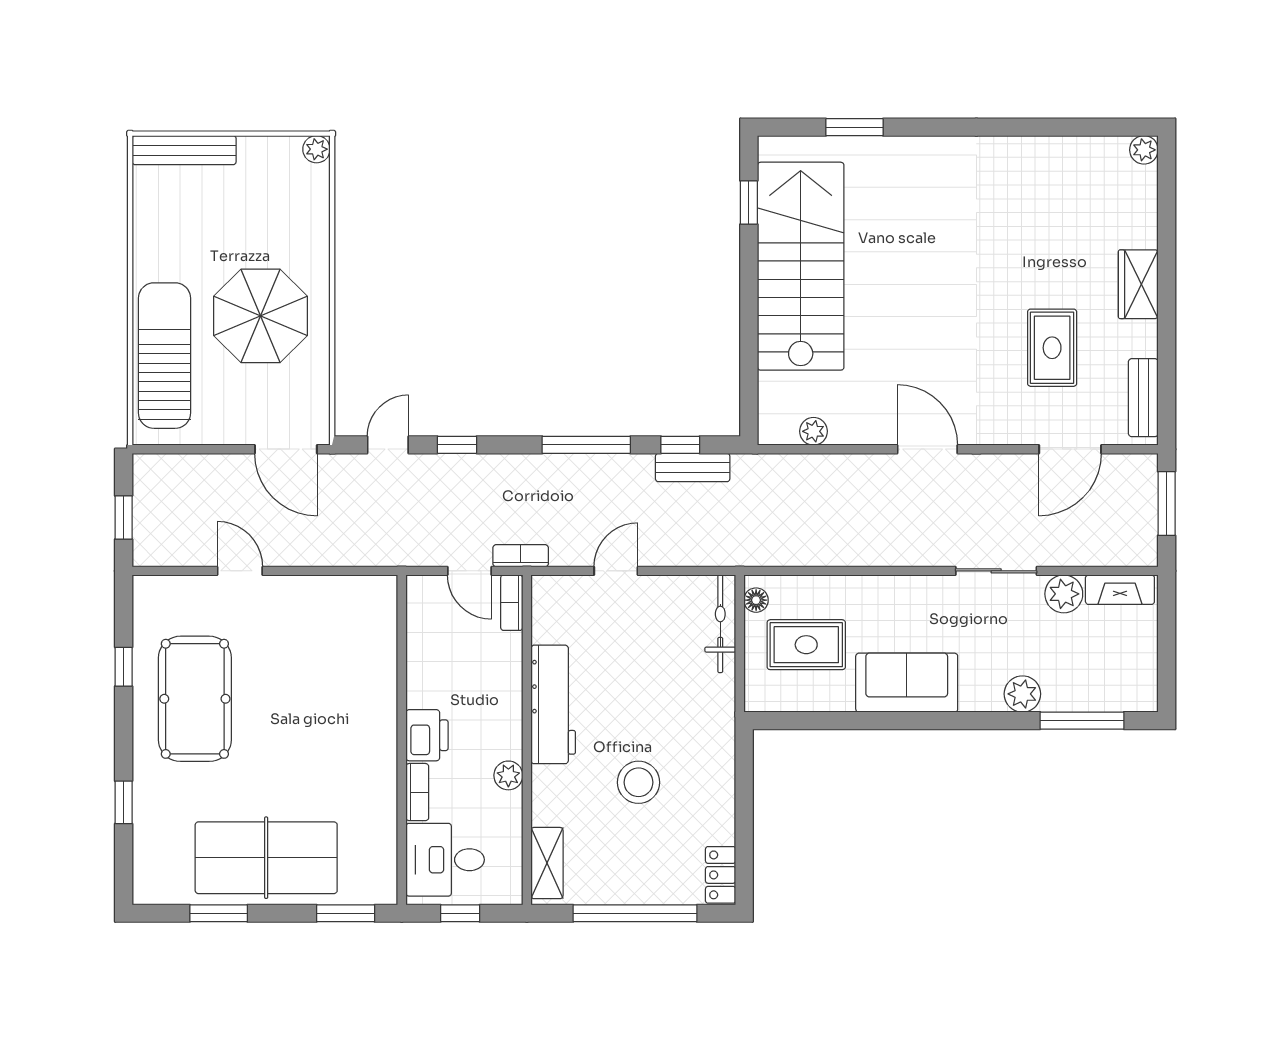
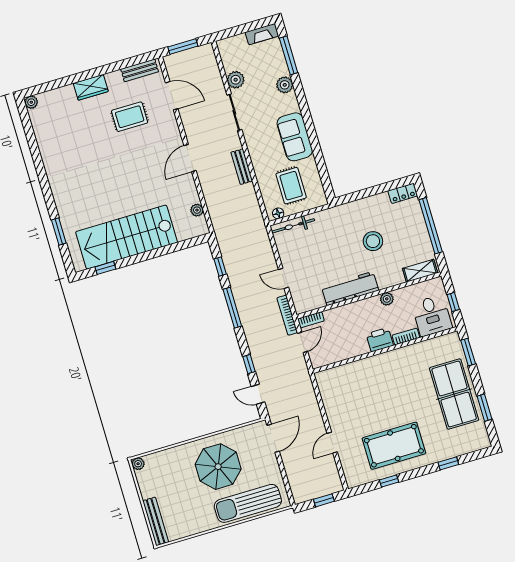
bench: (693, 467) -> (242, 167), moved
bookcase: (521, 556) -> (287, 315), width x1.56
fireplace: (1120, 590) -> (262, 34), moved, turned 90

